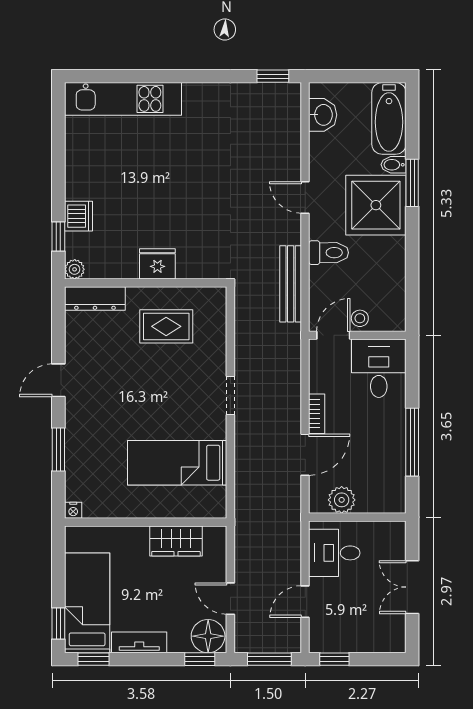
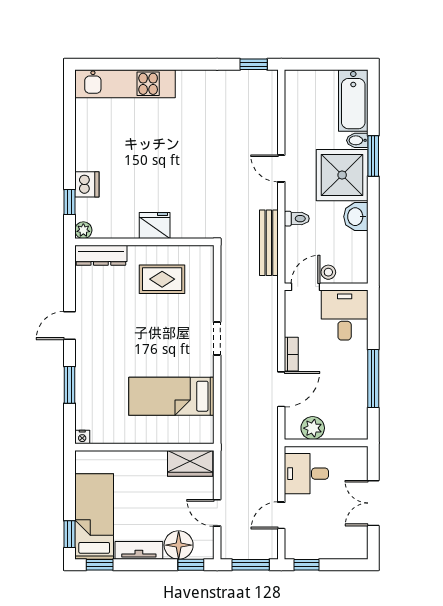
washbasin: (323, 115) -> (356, 217), moved, turned 180
toilet: (329, 253) -> (297, 219), width x0.73, depth x0.72
wardrobe: (176, 541) -> (190, 463), moved
floor lamp: (208, 636) -> (179, 545), moved

